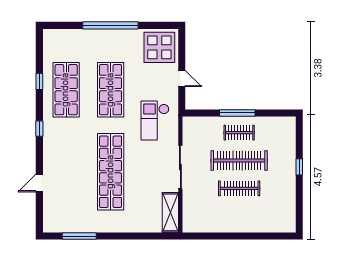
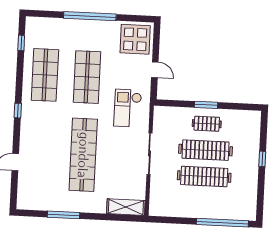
window: (39, 81) -> (21, 43), moved
window: (237, 113) -> (206, 105), width x0.69
clothes rail: (239, 188) -> (204, 176), width x1.37, depth x1.31
shelving: (170, 212) -> (126, 207), moved, turned 90
window: (79, 236) -> (64, 215), moved
window: (261, 236) -> (222, 223), added

